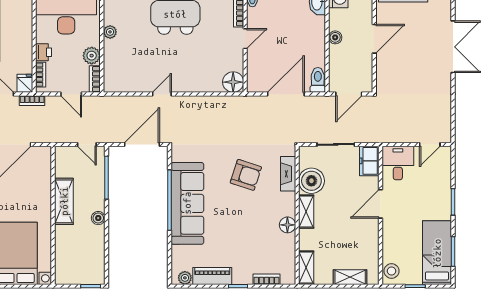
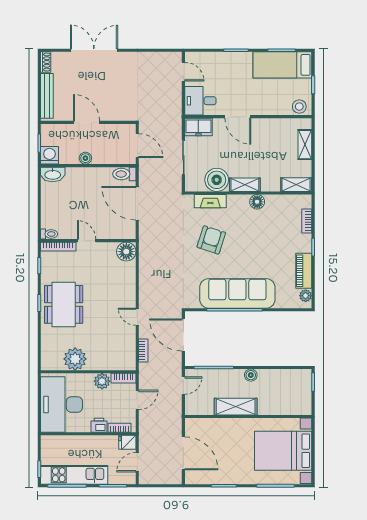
plant: (110, 32) -> (75, 359), width x1.88, depth x1.88
bookcase: (32, 101) -> (143, 350), moved

